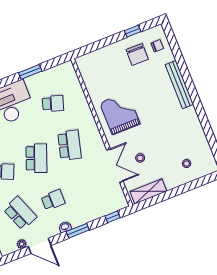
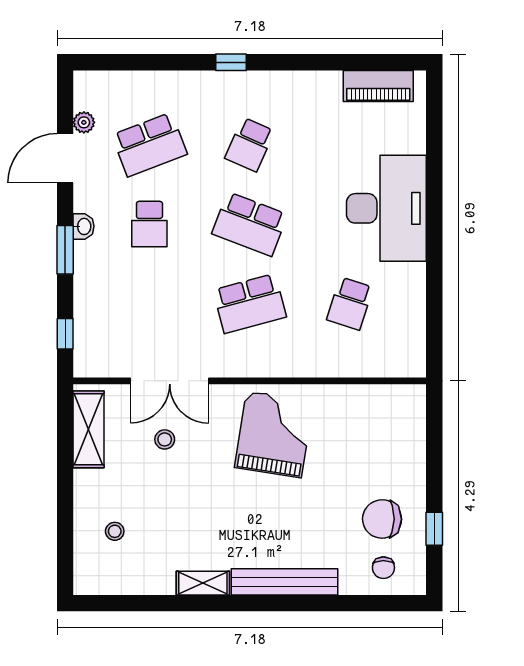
window: (30, 72) -> (434, 282), removed
grand piano: (120, 113) -> (274, 434), turned -81
shelving: (193, 118) -> (203, 583), added
school desk: (69, 145) -> (250, 303), turned -30

